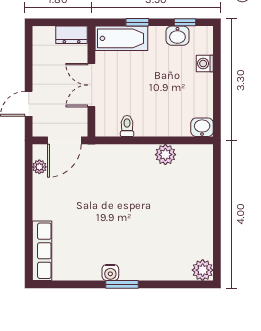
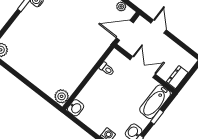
door: (64, 140) -> (125, 30), hinge flipped
plant: (165, 155) -> (62, 96), moved

